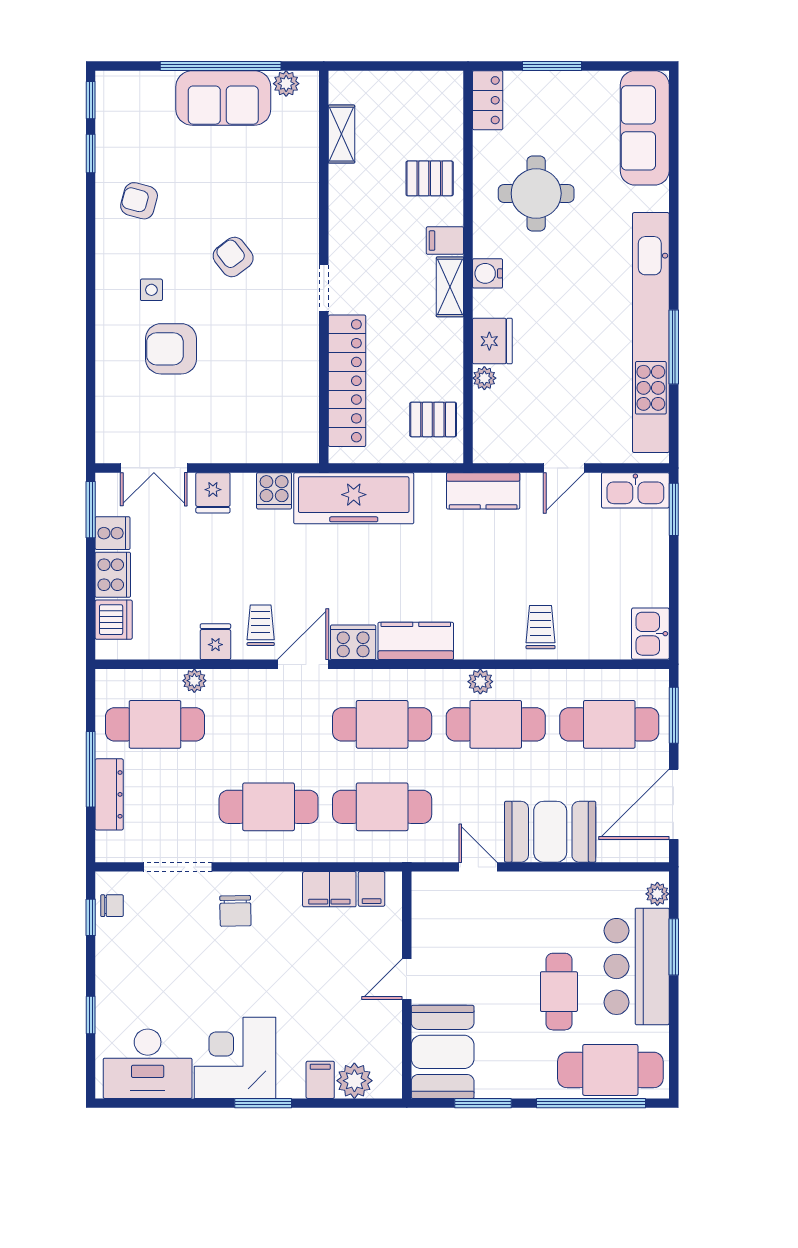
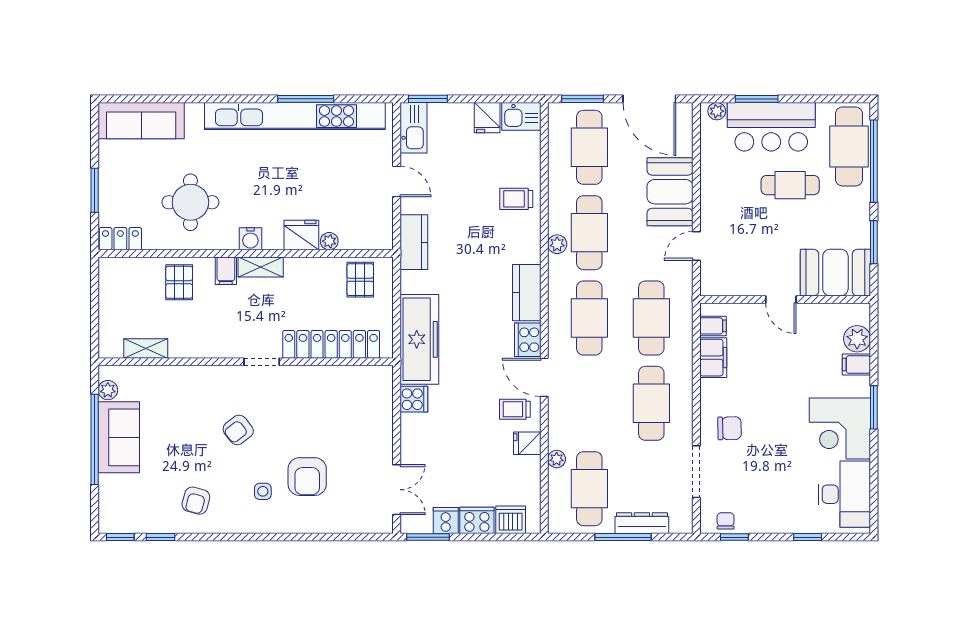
fridge: (213, 493) -> (487, 118), moved, turned 90

